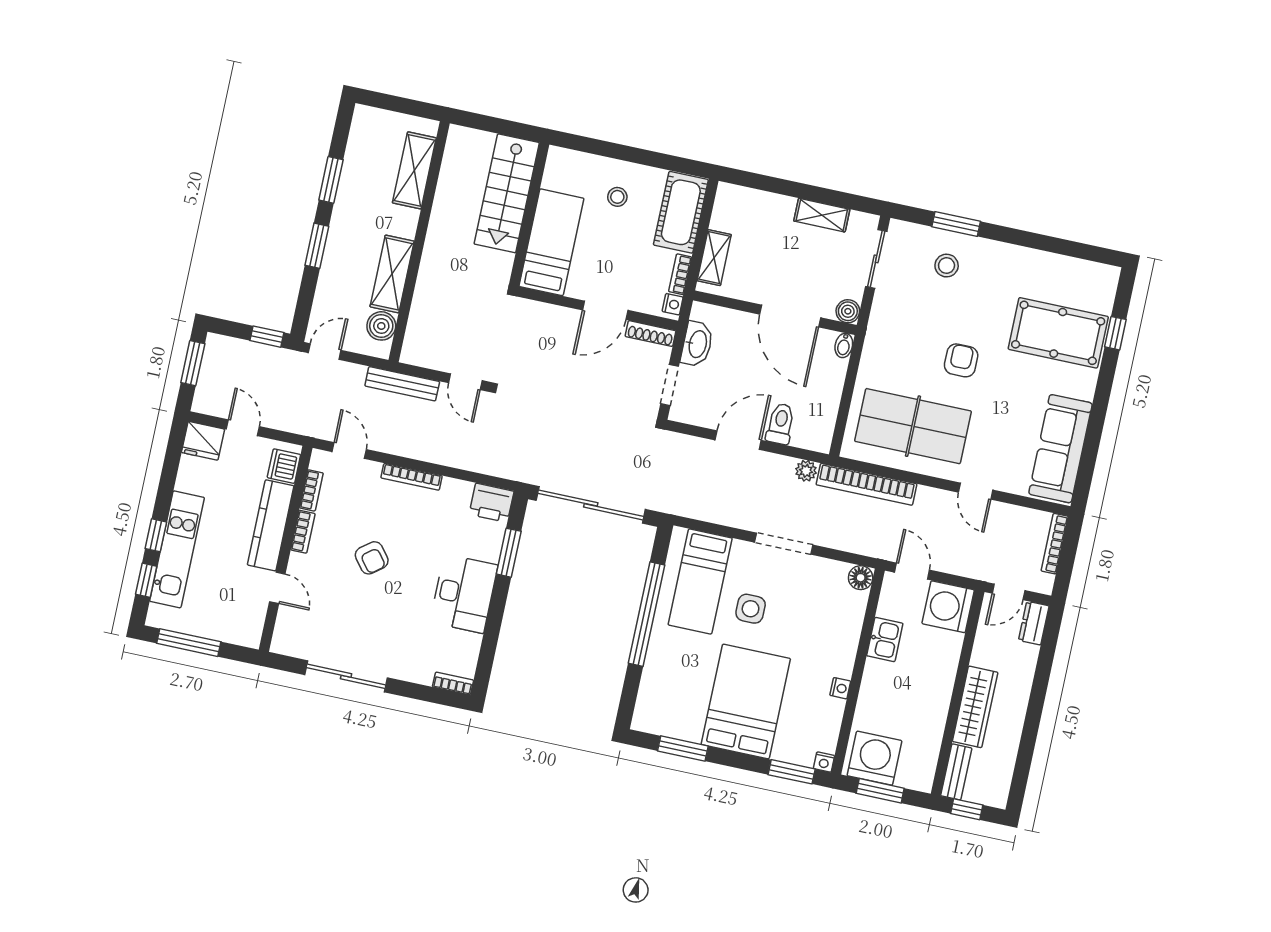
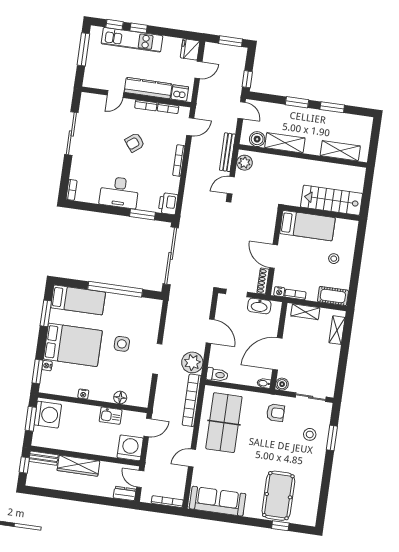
cot: (681, 212) -> (333, 296), width x0.73, depth x0.75
shelving: (822, 215) -> (337, 330), moved
plant: (424, 353) -> (245, 163), added
armchair: (961, 360) -> (275, 413), moved
toilet: (780, 424) -> (217, 375), moved
plant: (806, 471) -> (192, 362), width x1.87, depth x1.87
floor lamp: (861, 578) -> (120, 398), moved
bed: (700, 581) -> (78, 300), moved, turned 180
nightstand: (824, 762) -> (47, 366), moved

